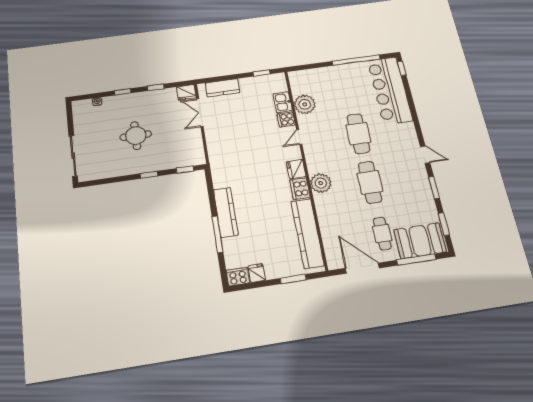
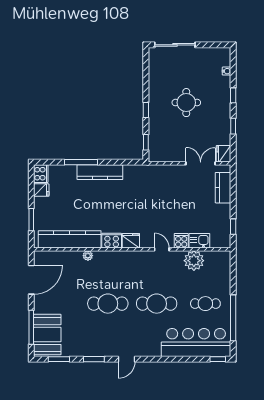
plant: (321, 183) -> (88, 256), moved, width x0.53, depth x0.53
cafe table: (382, 234) -> (205, 304), moved

